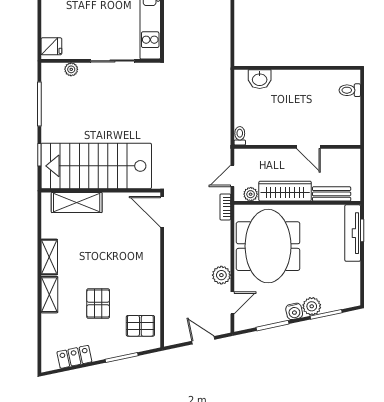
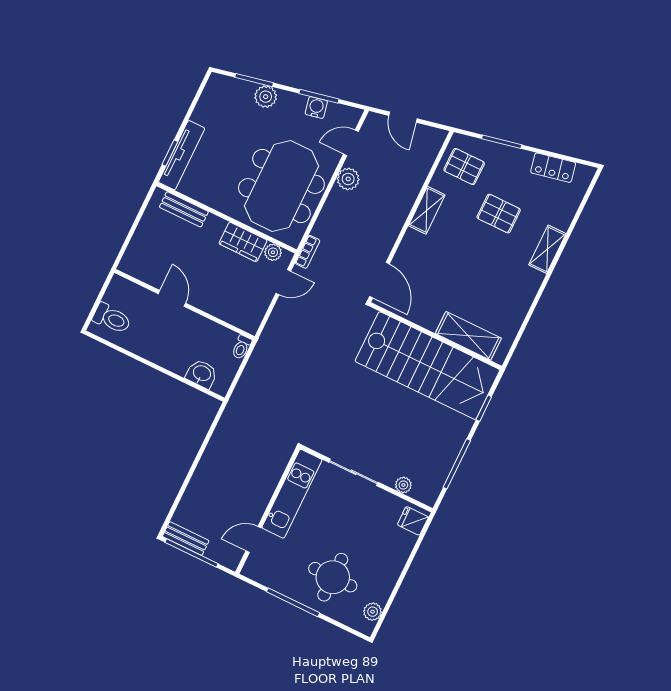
toilet: (350, 90) -> (112, 318), width x1.37, depth x1.39
toilet: (240, 136) -> (242, 347), moved
wall: (297, 147) -> (184, 304), moved
door: (309, 147) -> (172, 298), moved
wardrobe: (285, 191) -> (243, 242), width x0.67
shelving: (49, 257) -> (427, 210), moved
pallet: (98, 304) -> (499, 214), turned 90
water cooler: (294, 311) -> (316, 108), moved

